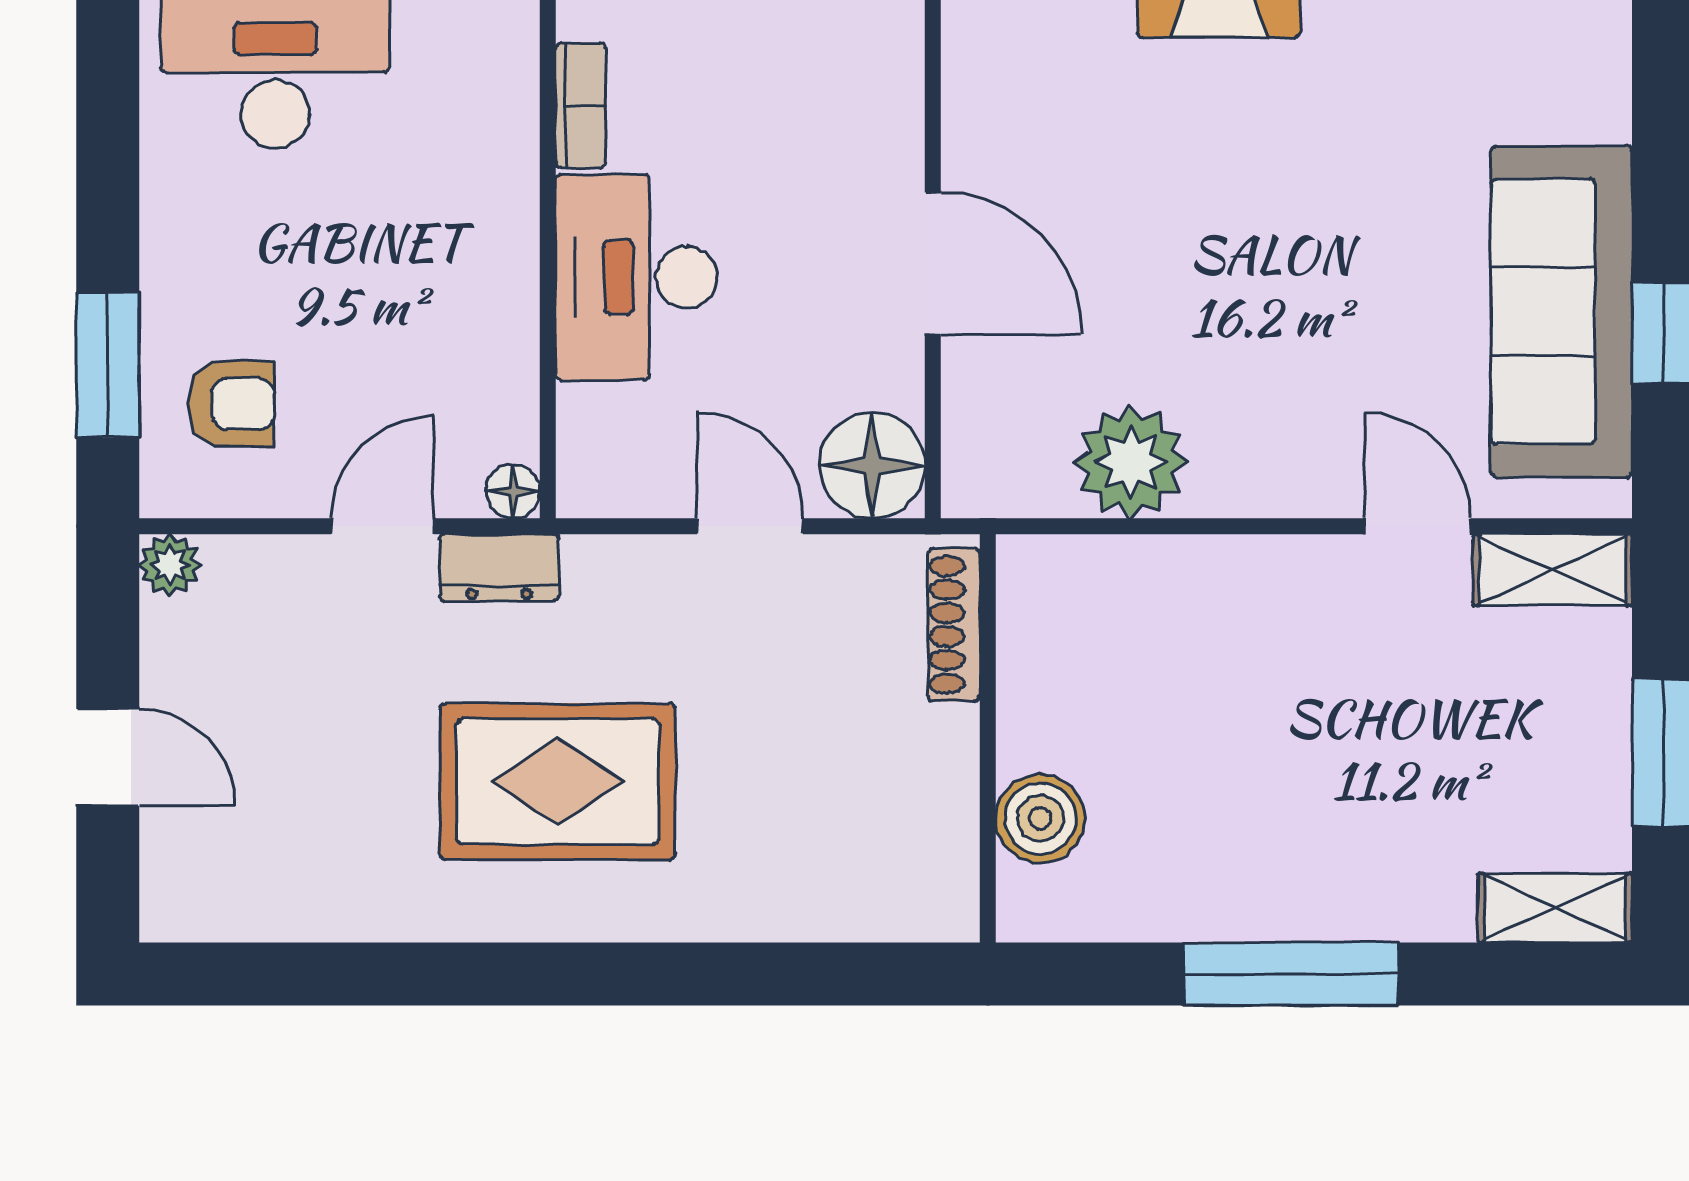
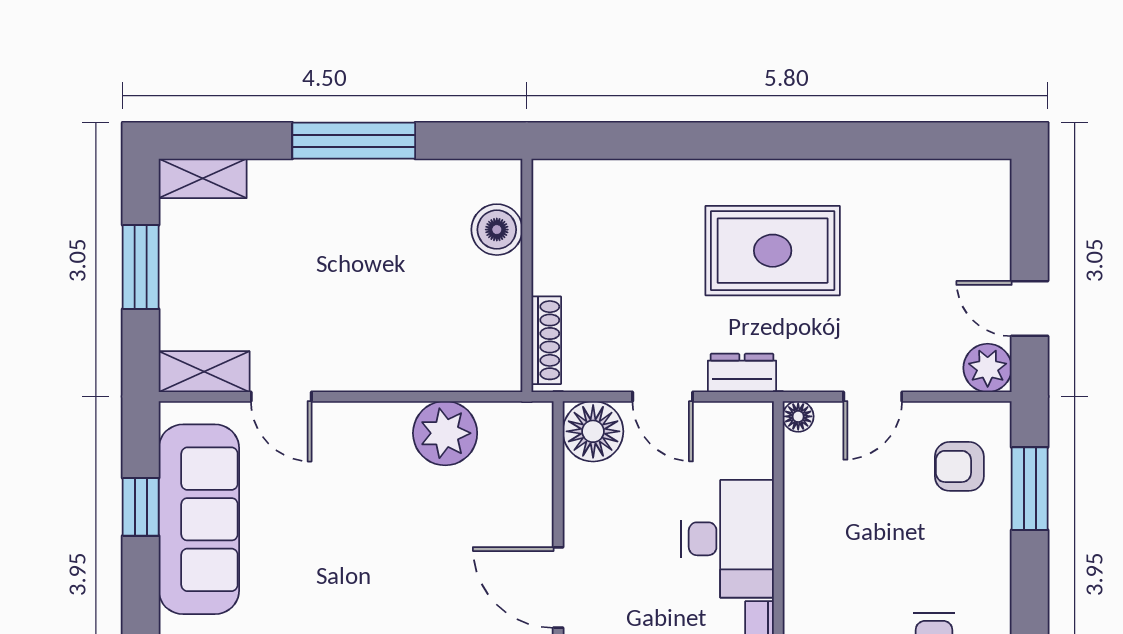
door: (933, 263) -> (558, 588), moved
plant: (170, 565) -> (988, 368), width x1.38, depth x1.38
dresser: (499, 568) -> (742, 373), moved
door: (108, 757) -> (1030, 309), moved

